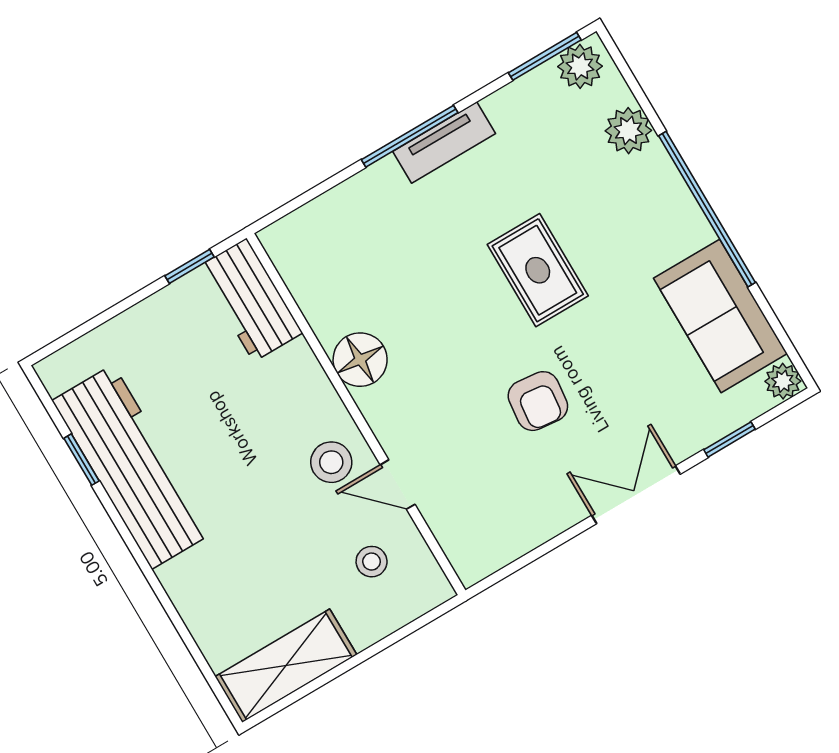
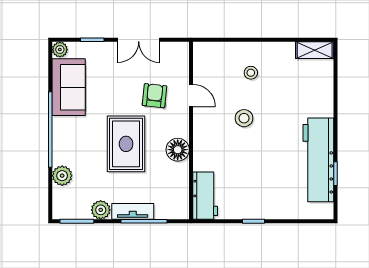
plant: (580, 66) -> (101, 210), moved
rug: (538, 270) -> (126, 144), width x1.36, depth x1.43
workbench: (250, 300) -> (205, 196), moved
floor lamp: (360, 360) -> (178, 150), moved
wall: (356, 414) -> (191, 130), moved
door: (398, 485) -> (191, 95), moved
shelving: (286, 666) -> (315, 50), width x0.67, depth x0.75

